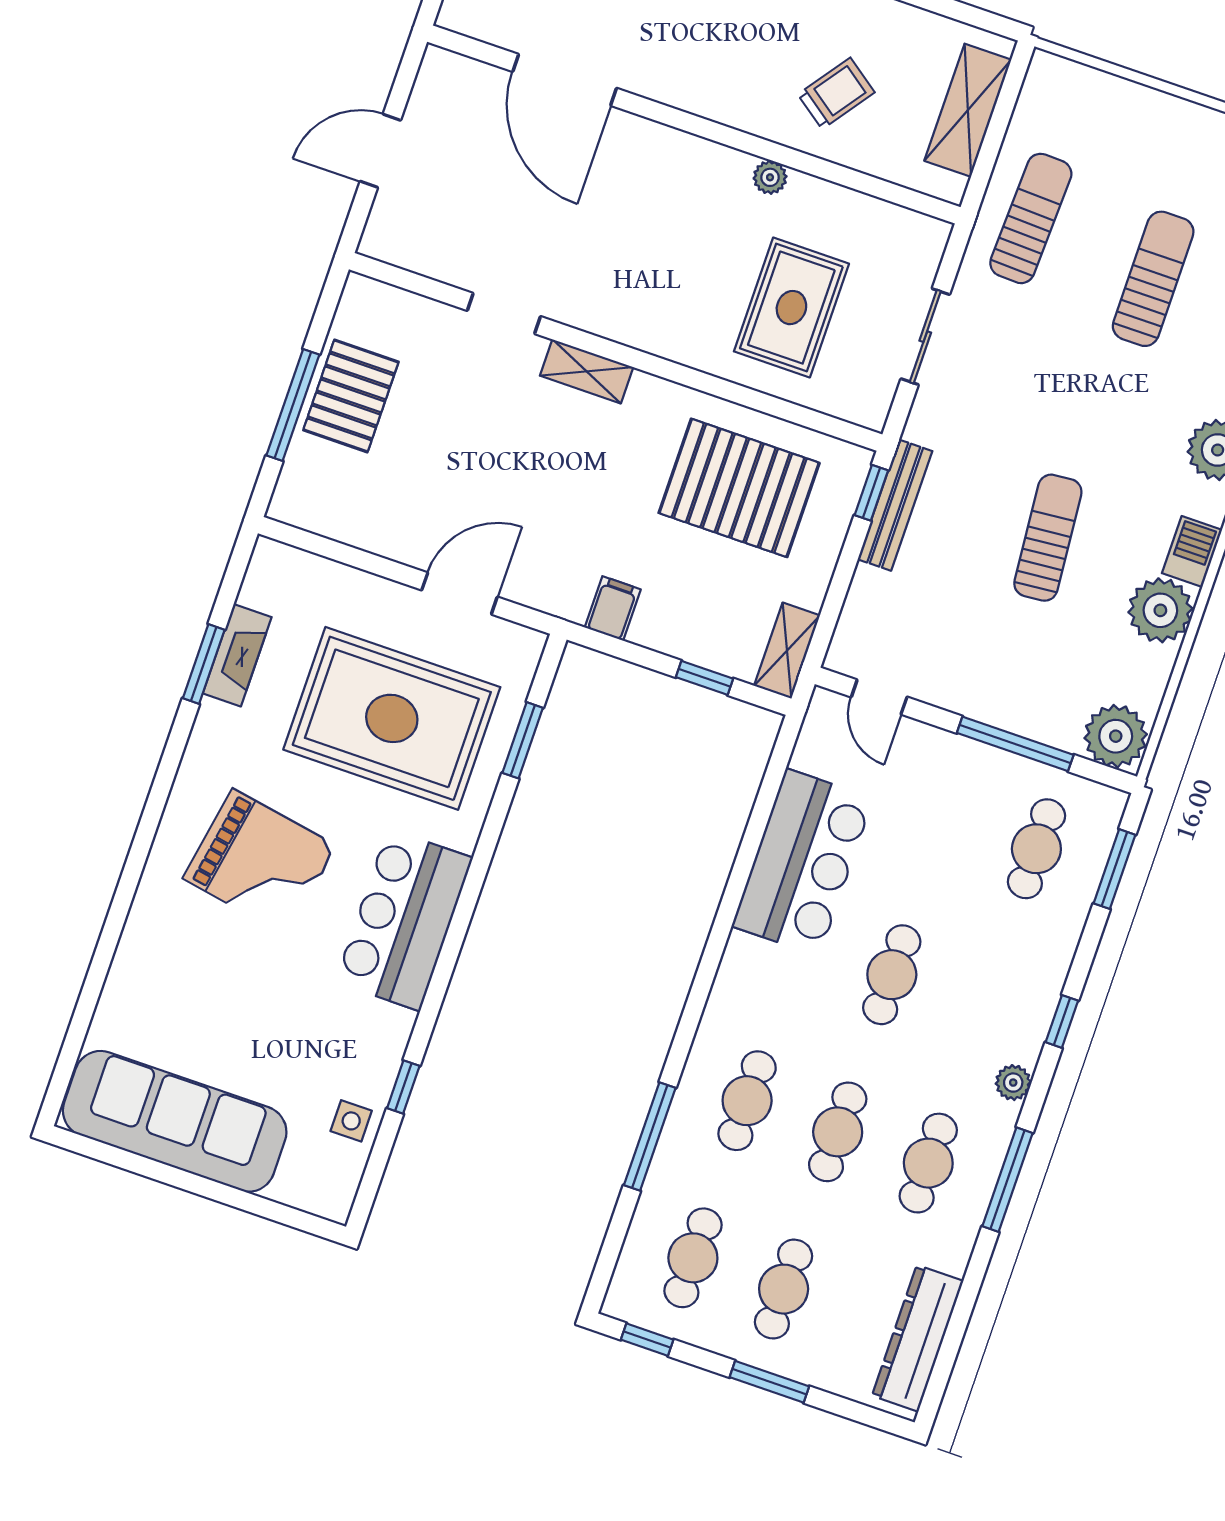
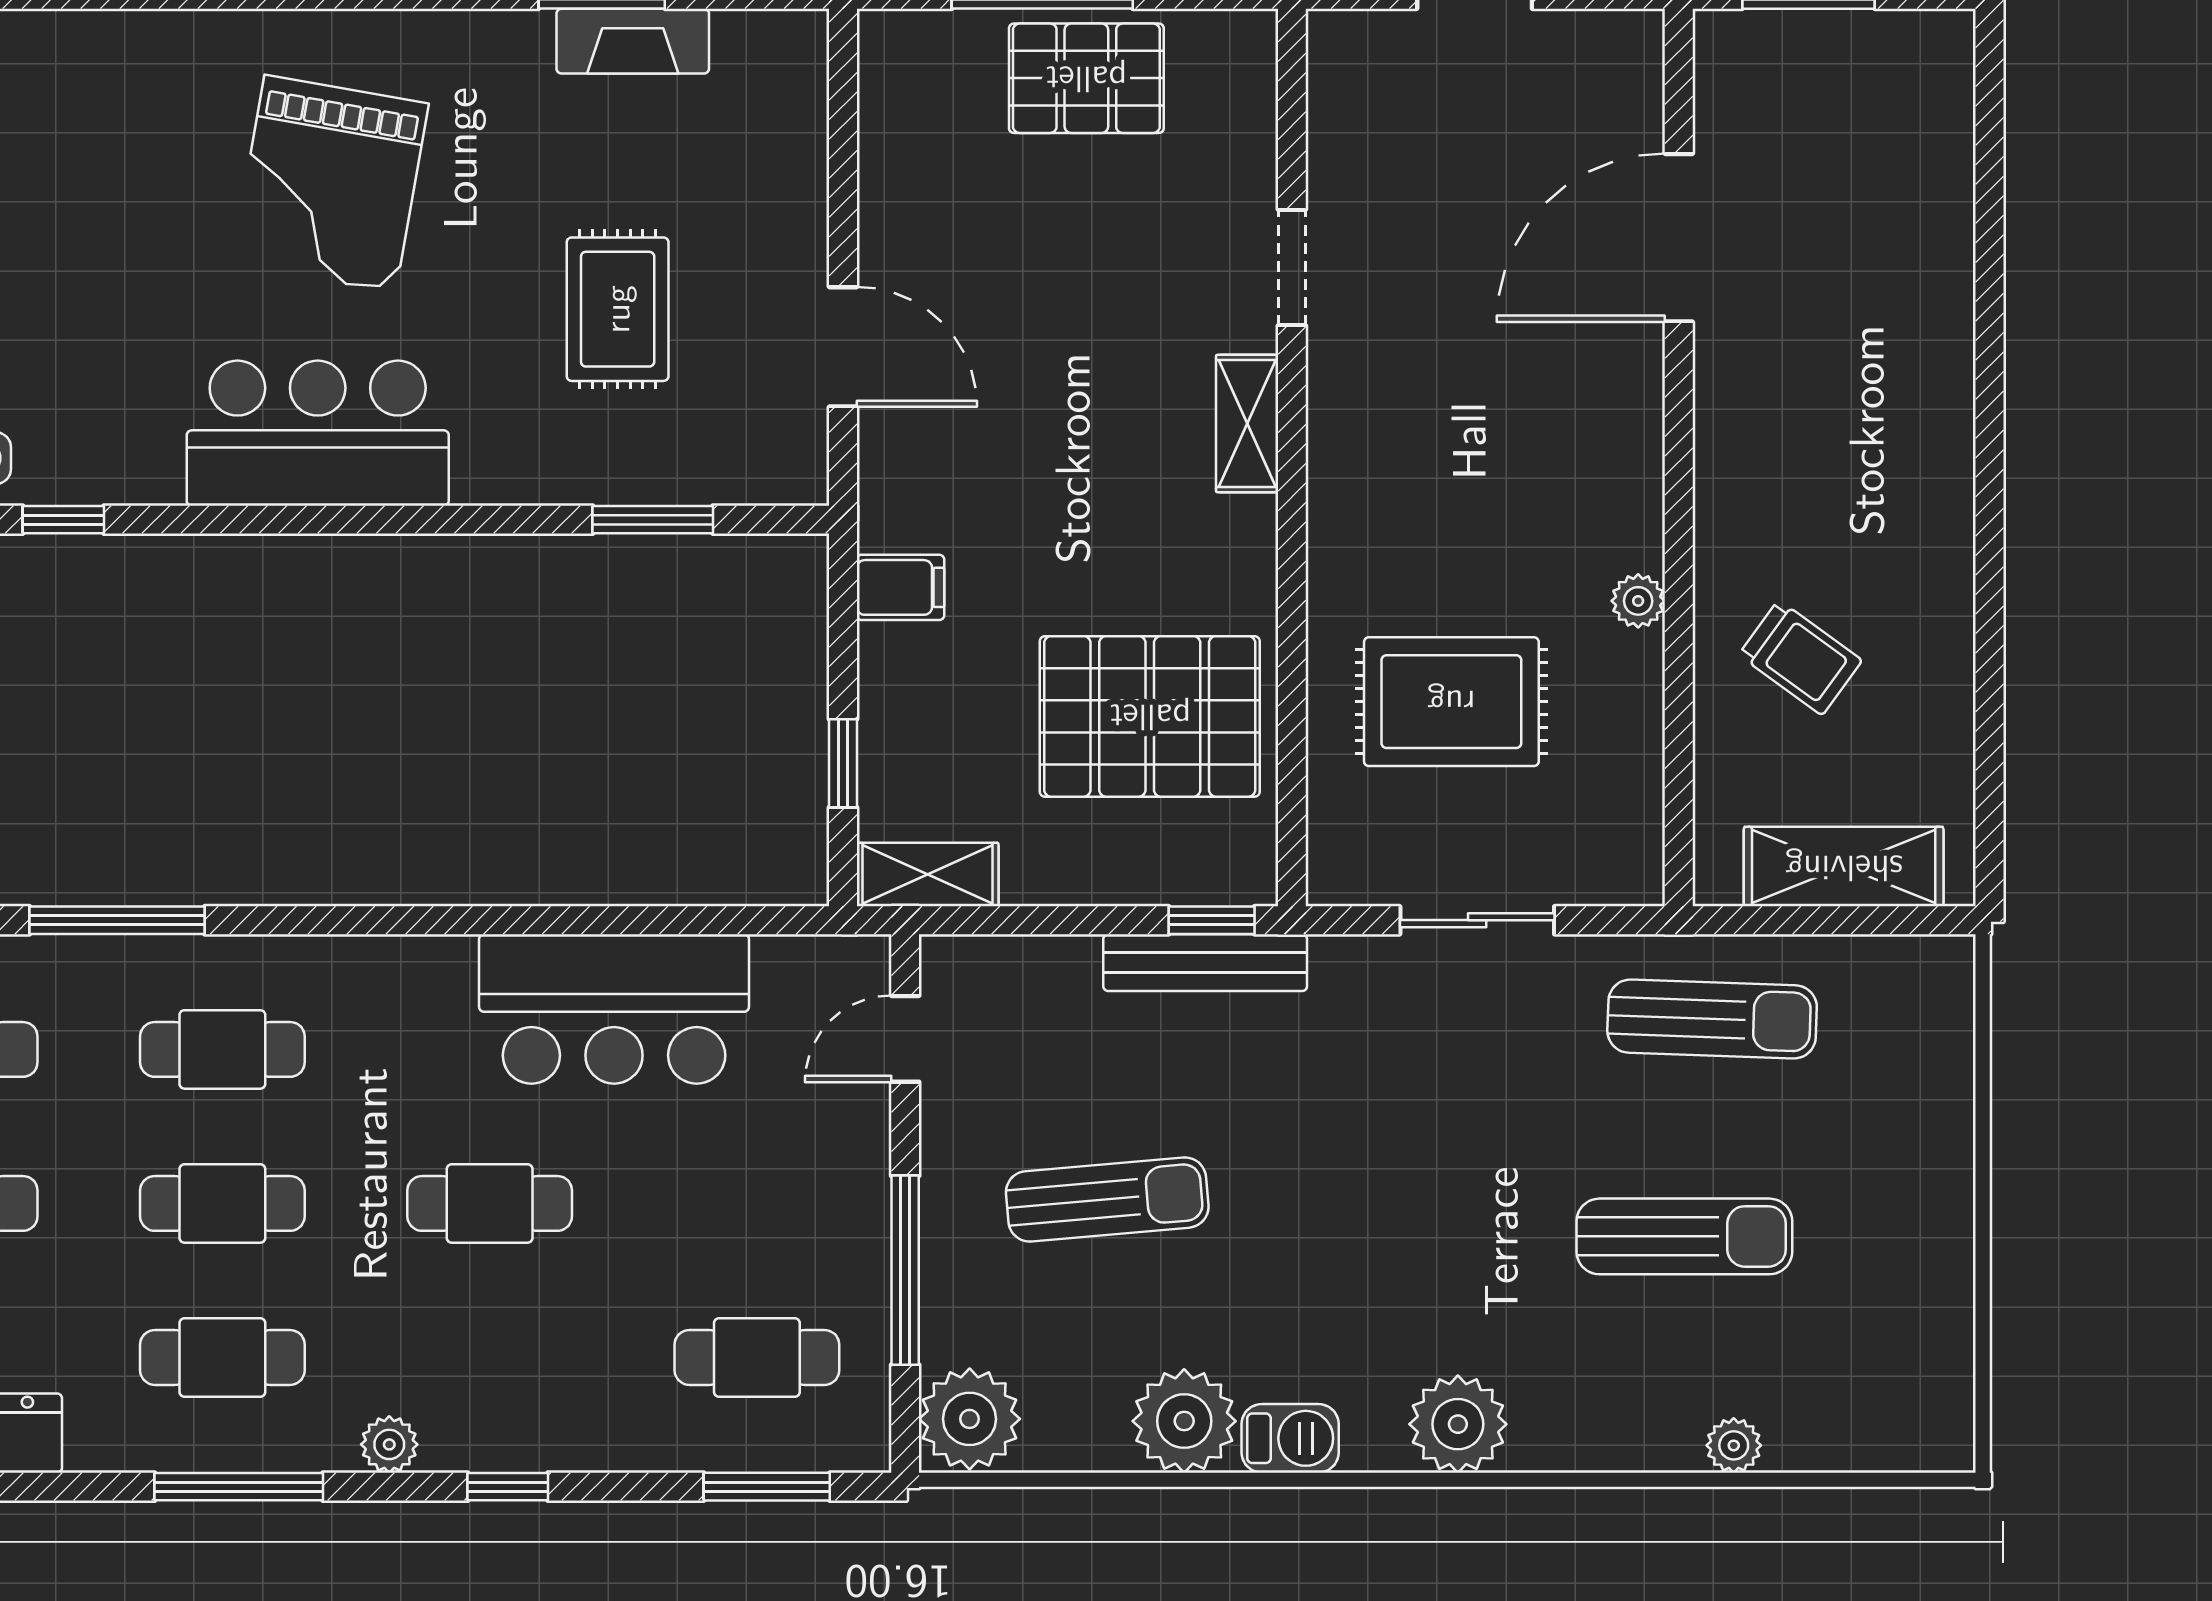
pallet: (739, 488) -> (1150, 716), turned 90
sun lounger: (1048, 538) -> (1107, 1199), moved
rug: (392, 718) -> (618, 309), width x0.54, depth x0.49

